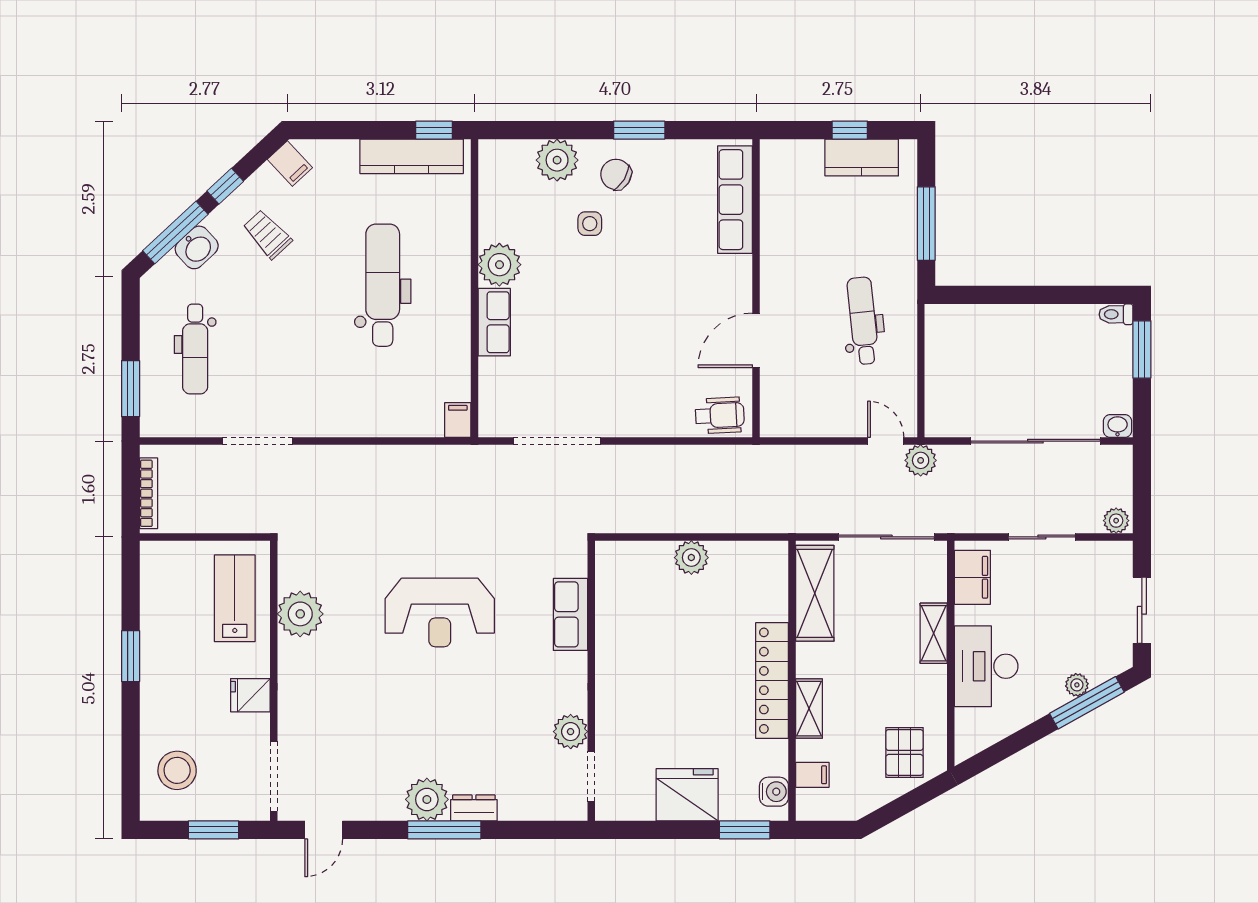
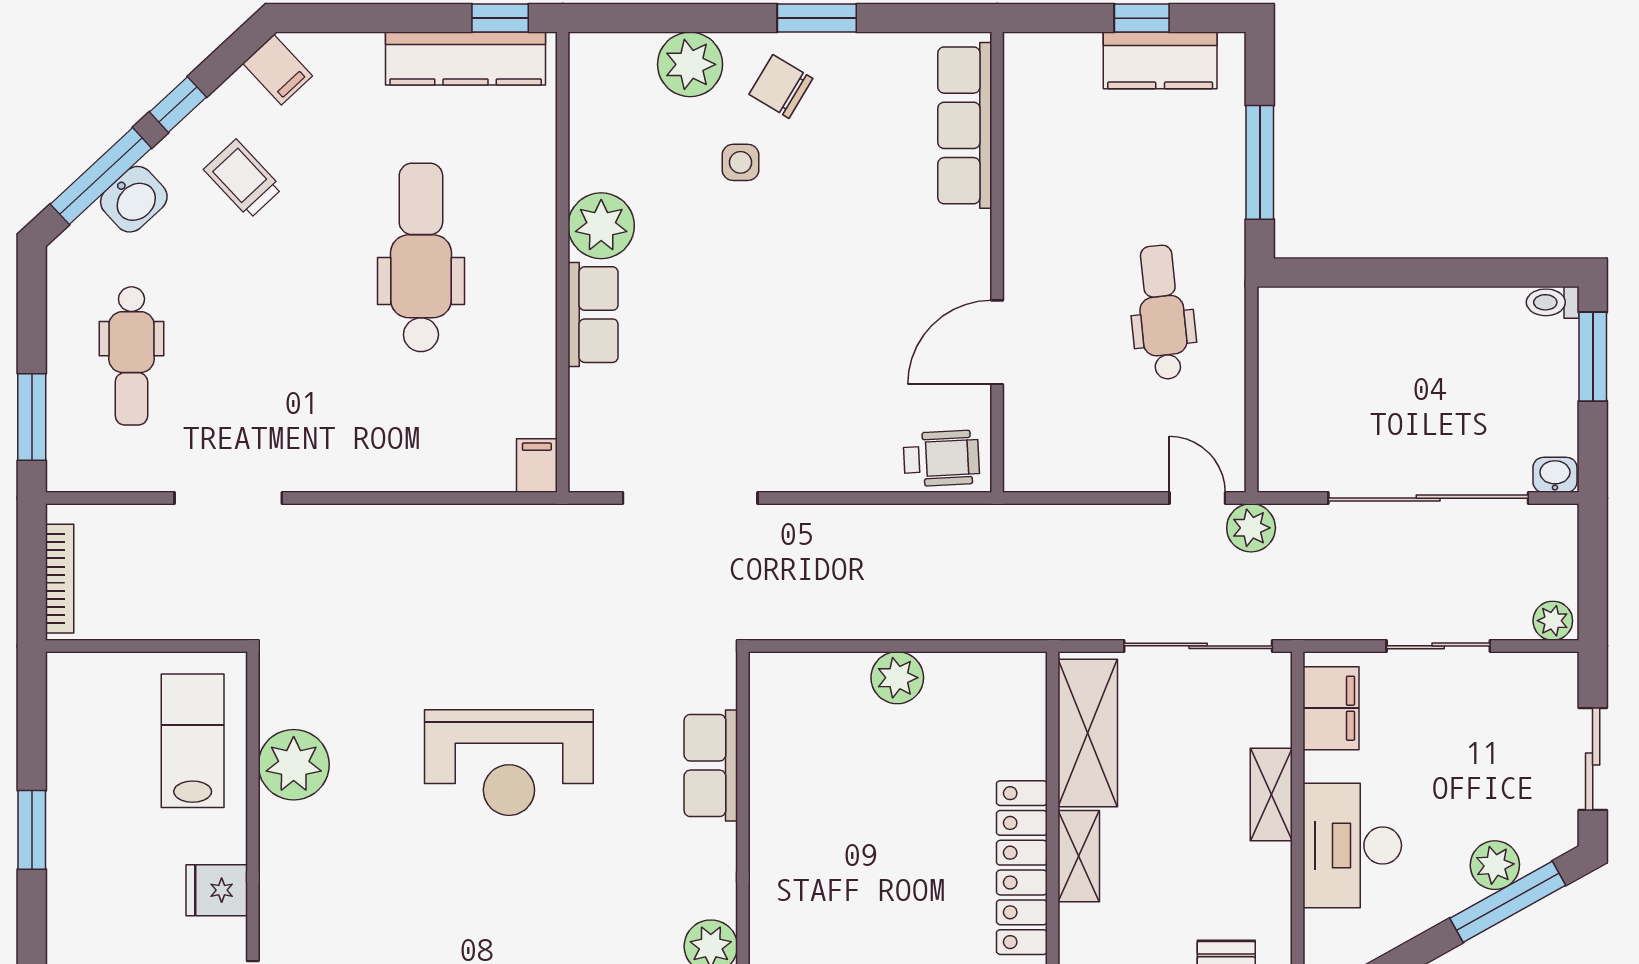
plant: (1077, 685) -> (1495, 865), width x1.38, depth x1.38
shelving: (809, 709) -> (1079, 856), moved

